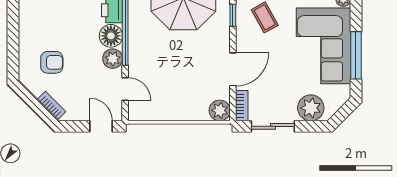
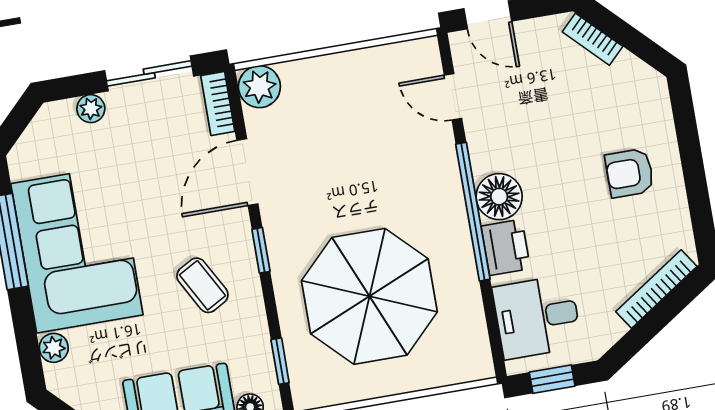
window: (233, 15) -> (261, 250), moved
plant: (113, 59) -> (488, 152), removed
armchair: (52, 62) -> (629, 173), moved
plant: (311, 108) -> (91, 109), width x0.53, depth x0.53

